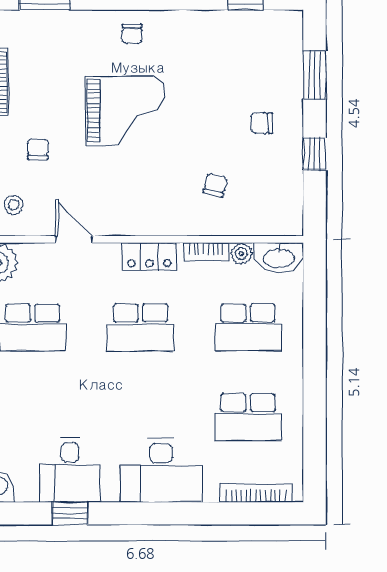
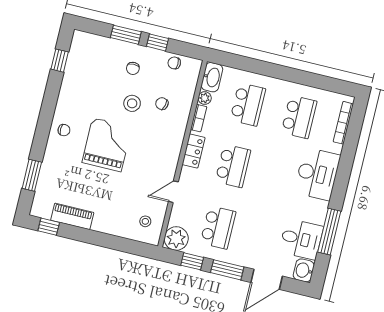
window: (315, 75) -> (126, 35), moved
stool: (204, 136) -> (132, 103), added
chair: (38, 149) -> (174, 63), moved
desk: (70, 470) -> (301, 239), moved
window: (70, 513) -> (329, 232), width x2.17

